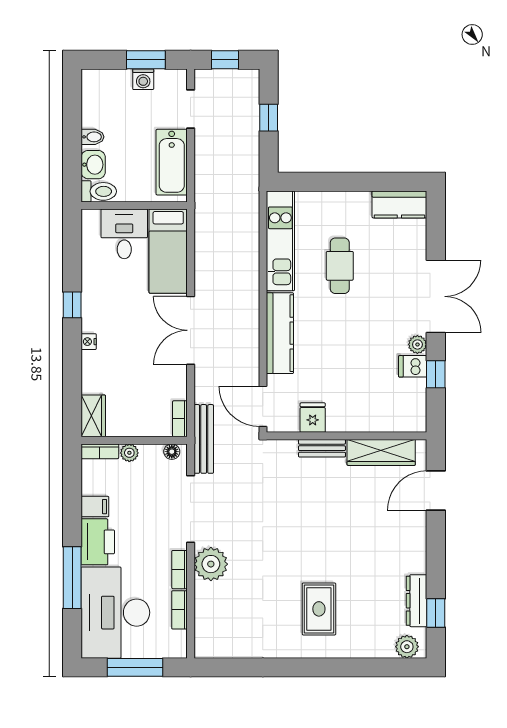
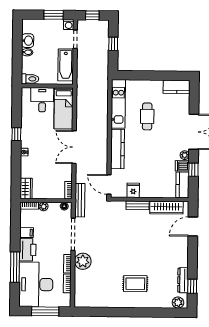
washing machine: (143, 79) -> (69, 25), moved
washbasin: (93, 165) -> (28, 41), moved
kitchen counter: (414, 405) -> (182, 185), added
rug: (319, 609) -> (135, 284), turned 90

